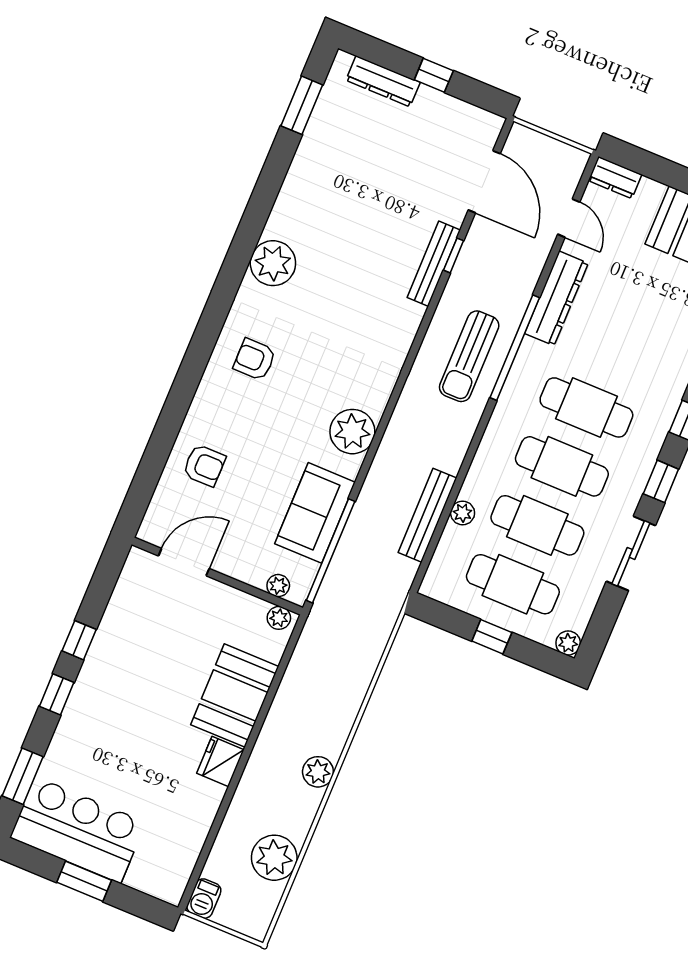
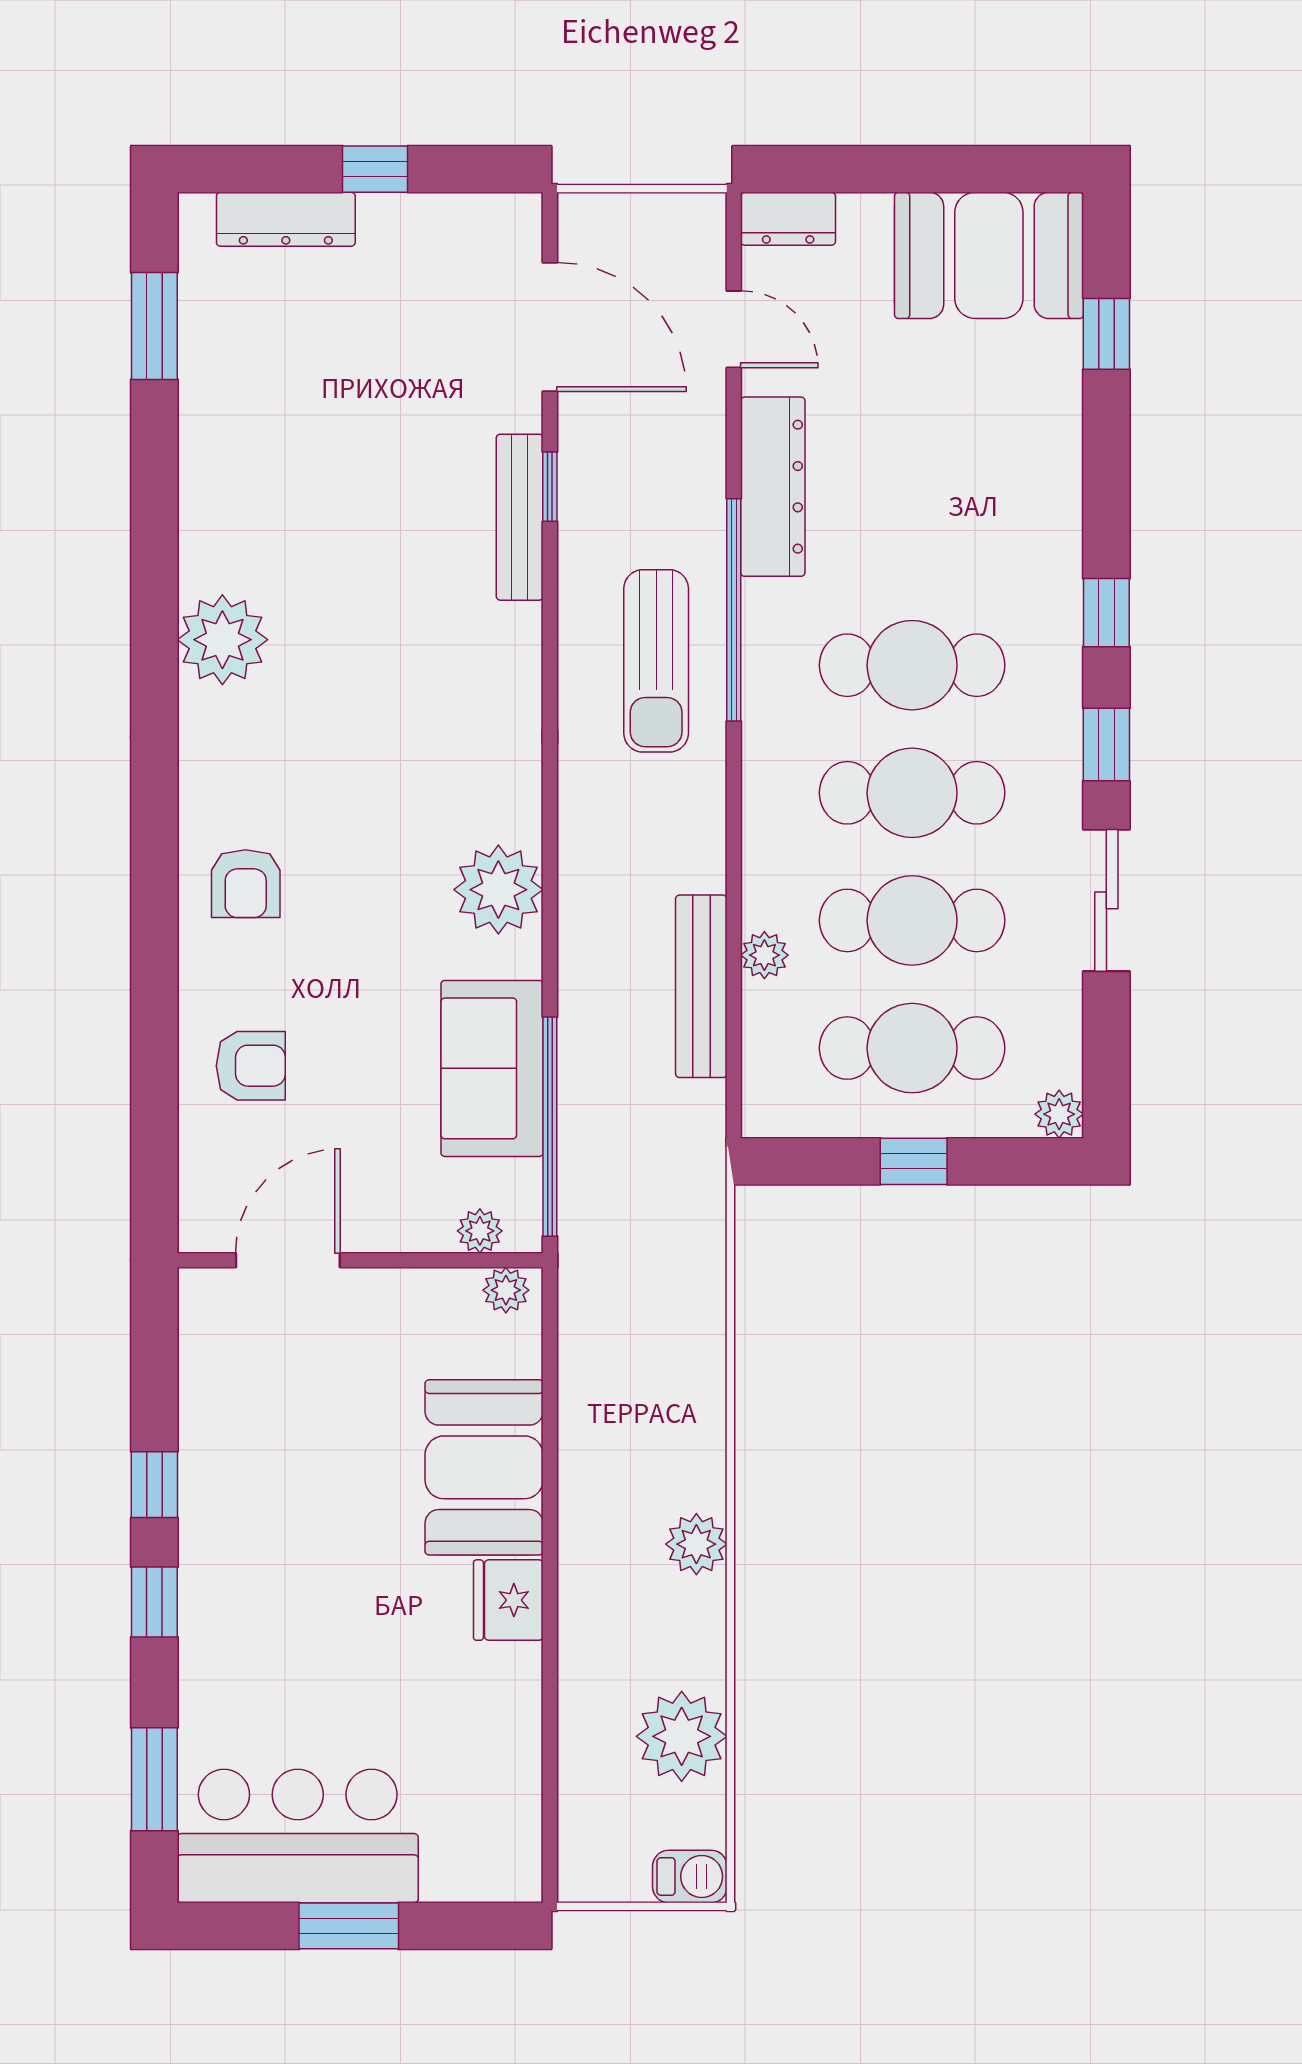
armchair: (255, 359) -> (246, 884), moved, turned -90
barbecue: (204, 899) -> (690, 1877), moved, turned -90

